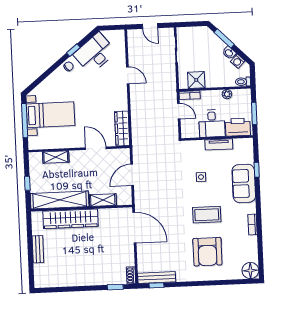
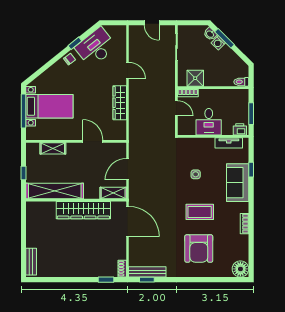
washbasin: (229, 53) -> (210, 34), moved
washing machine: (238, 61) -> (218, 43), moved
plant: (227, 94) -> (225, 93), removed
printer: (238, 127) -> (240, 129), width x0.53, depth x0.68
wardrobe: (122, 128) -> (120, 103), moved
tv unit: (219, 144) -> (229, 143), moved
shelving: (103, 200) -> (113, 193), moved
wardrobe: (70, 219) -> (83, 210), moved
bench: (38, 249) -> (31, 262), moved

